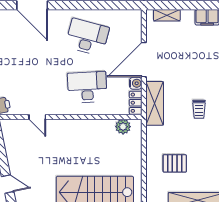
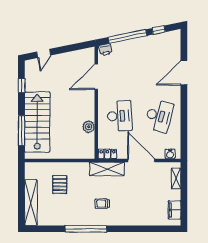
water cooler: (136, 83) -> (170, 154), moved
door: (37, 117) -> (96, 77), width x1.87
plant: (123, 127) -> (89, 127), moved

